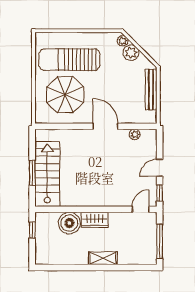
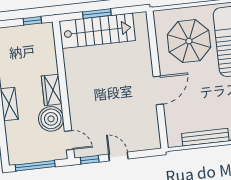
plant: (135, 134) -> (153, 124), removed
boiler: (69, 223) -> (51, 119), moved

